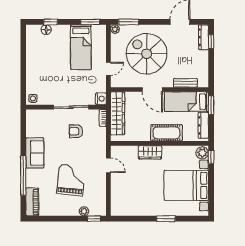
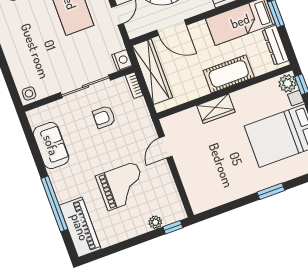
door: (152, 90) -> (172, 28), moved
sofa: (35, 153) -> (51, 145), moved
door: (108, 165) -> (166, 147), swing flipped
grand piano: (71, 180) -> (122, 186), turned 84
piano: (32, 202) -> (80, 227), width x1.37, depth x1.33

